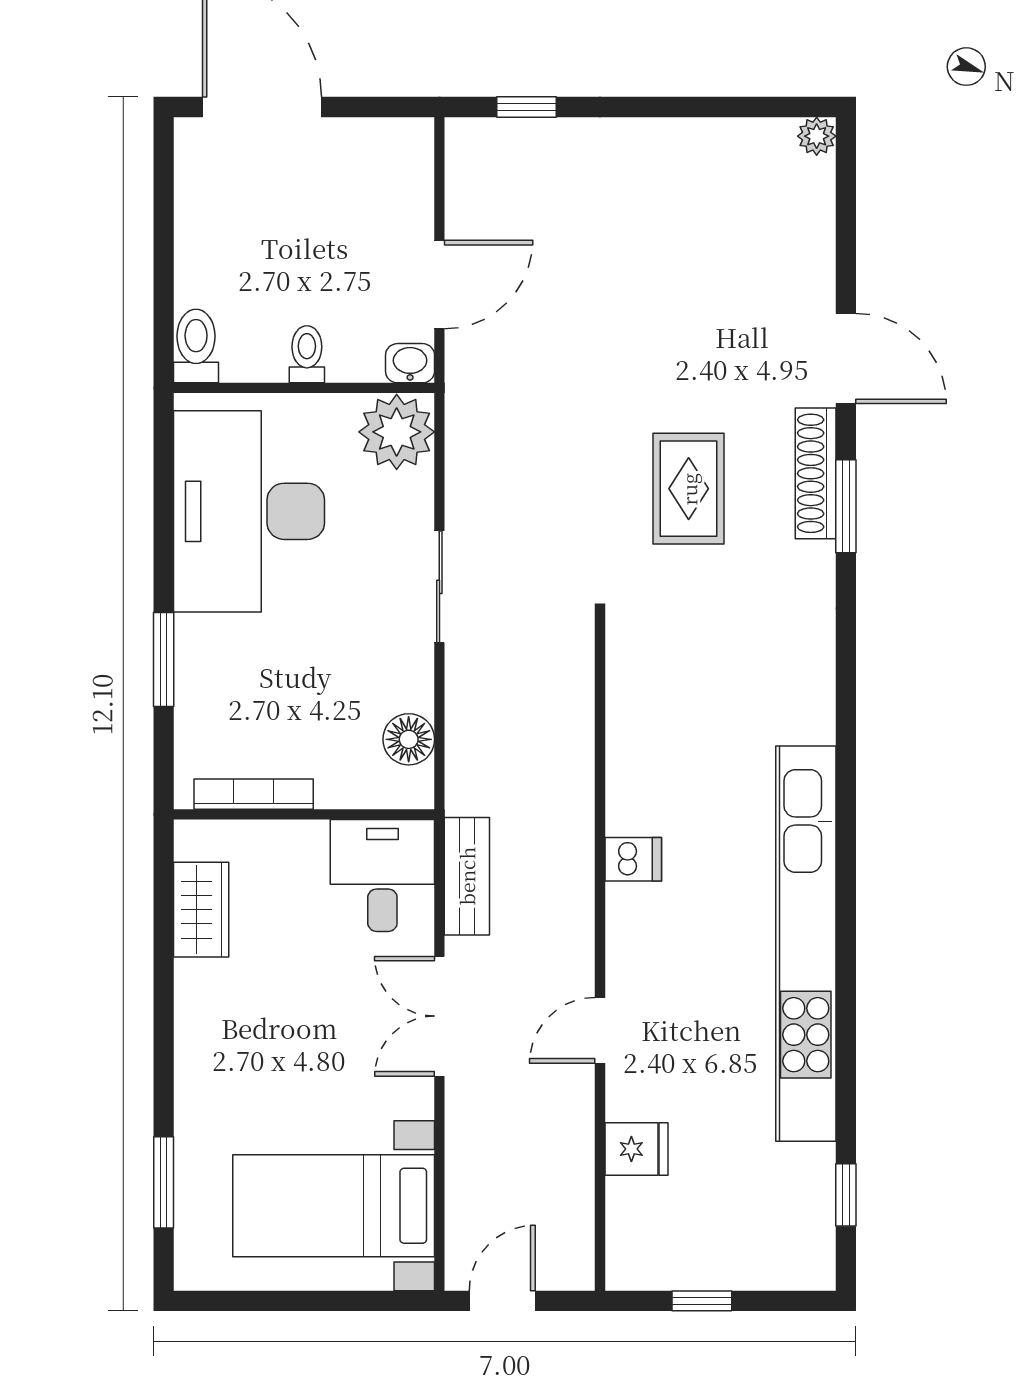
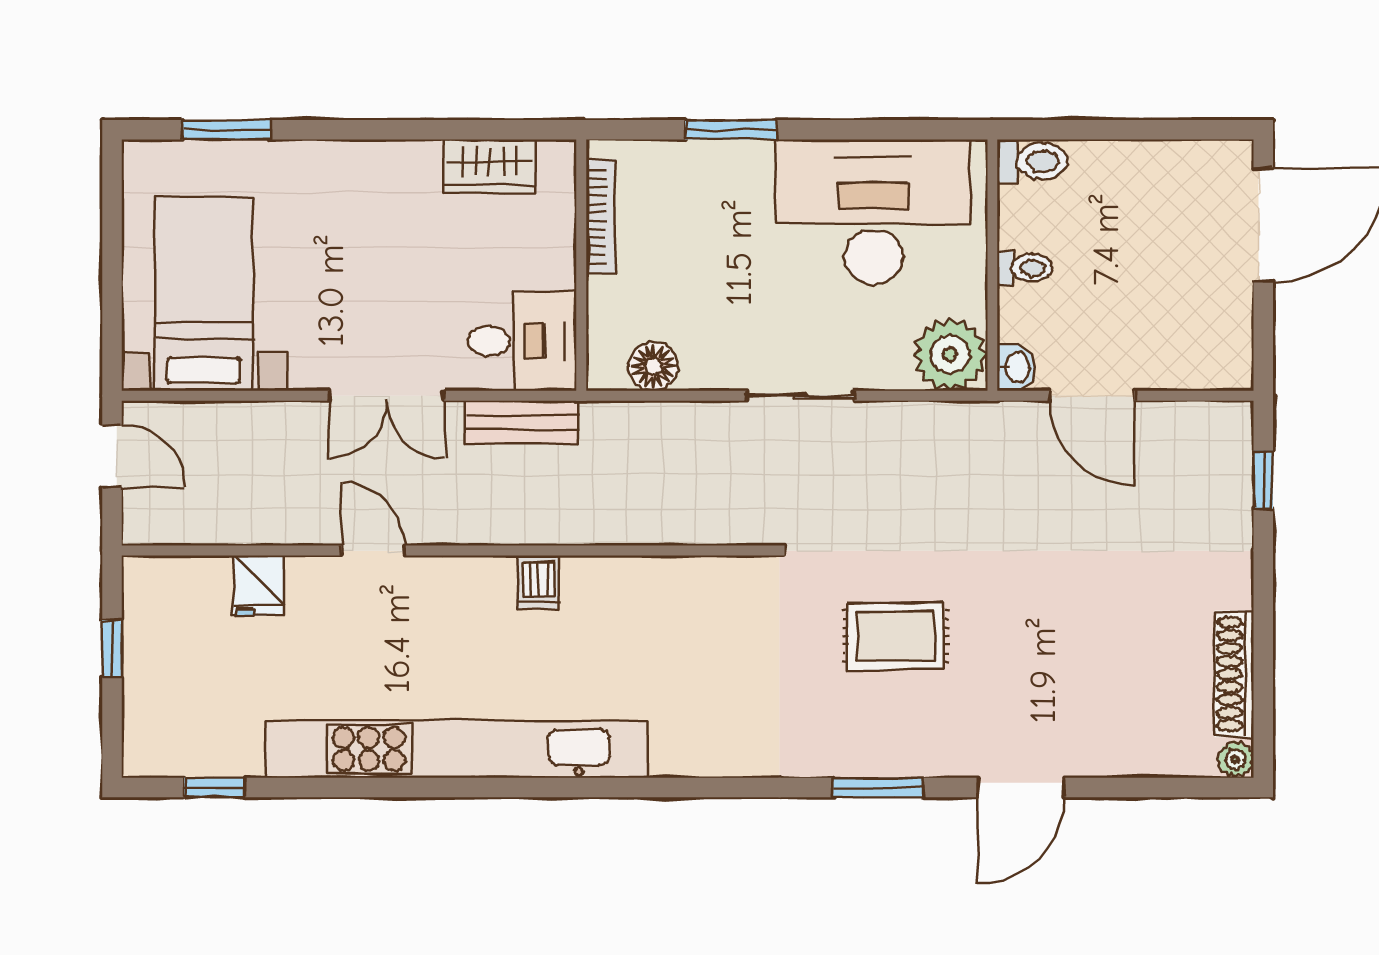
shoe rack: (816, 473) -> (1234, 674), moved, turned -90
double door: (439, 1016) -> (387, 396), swing flipped

